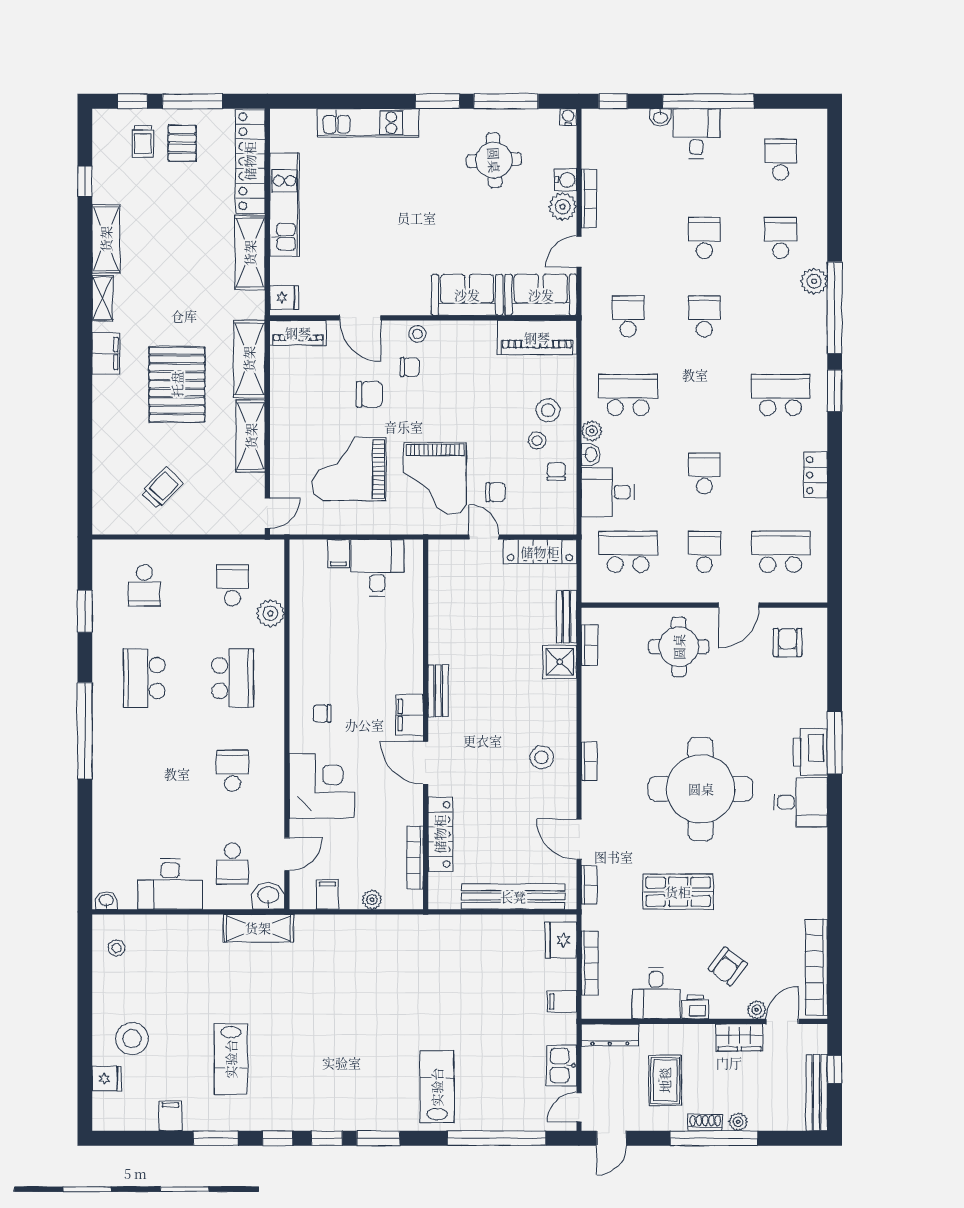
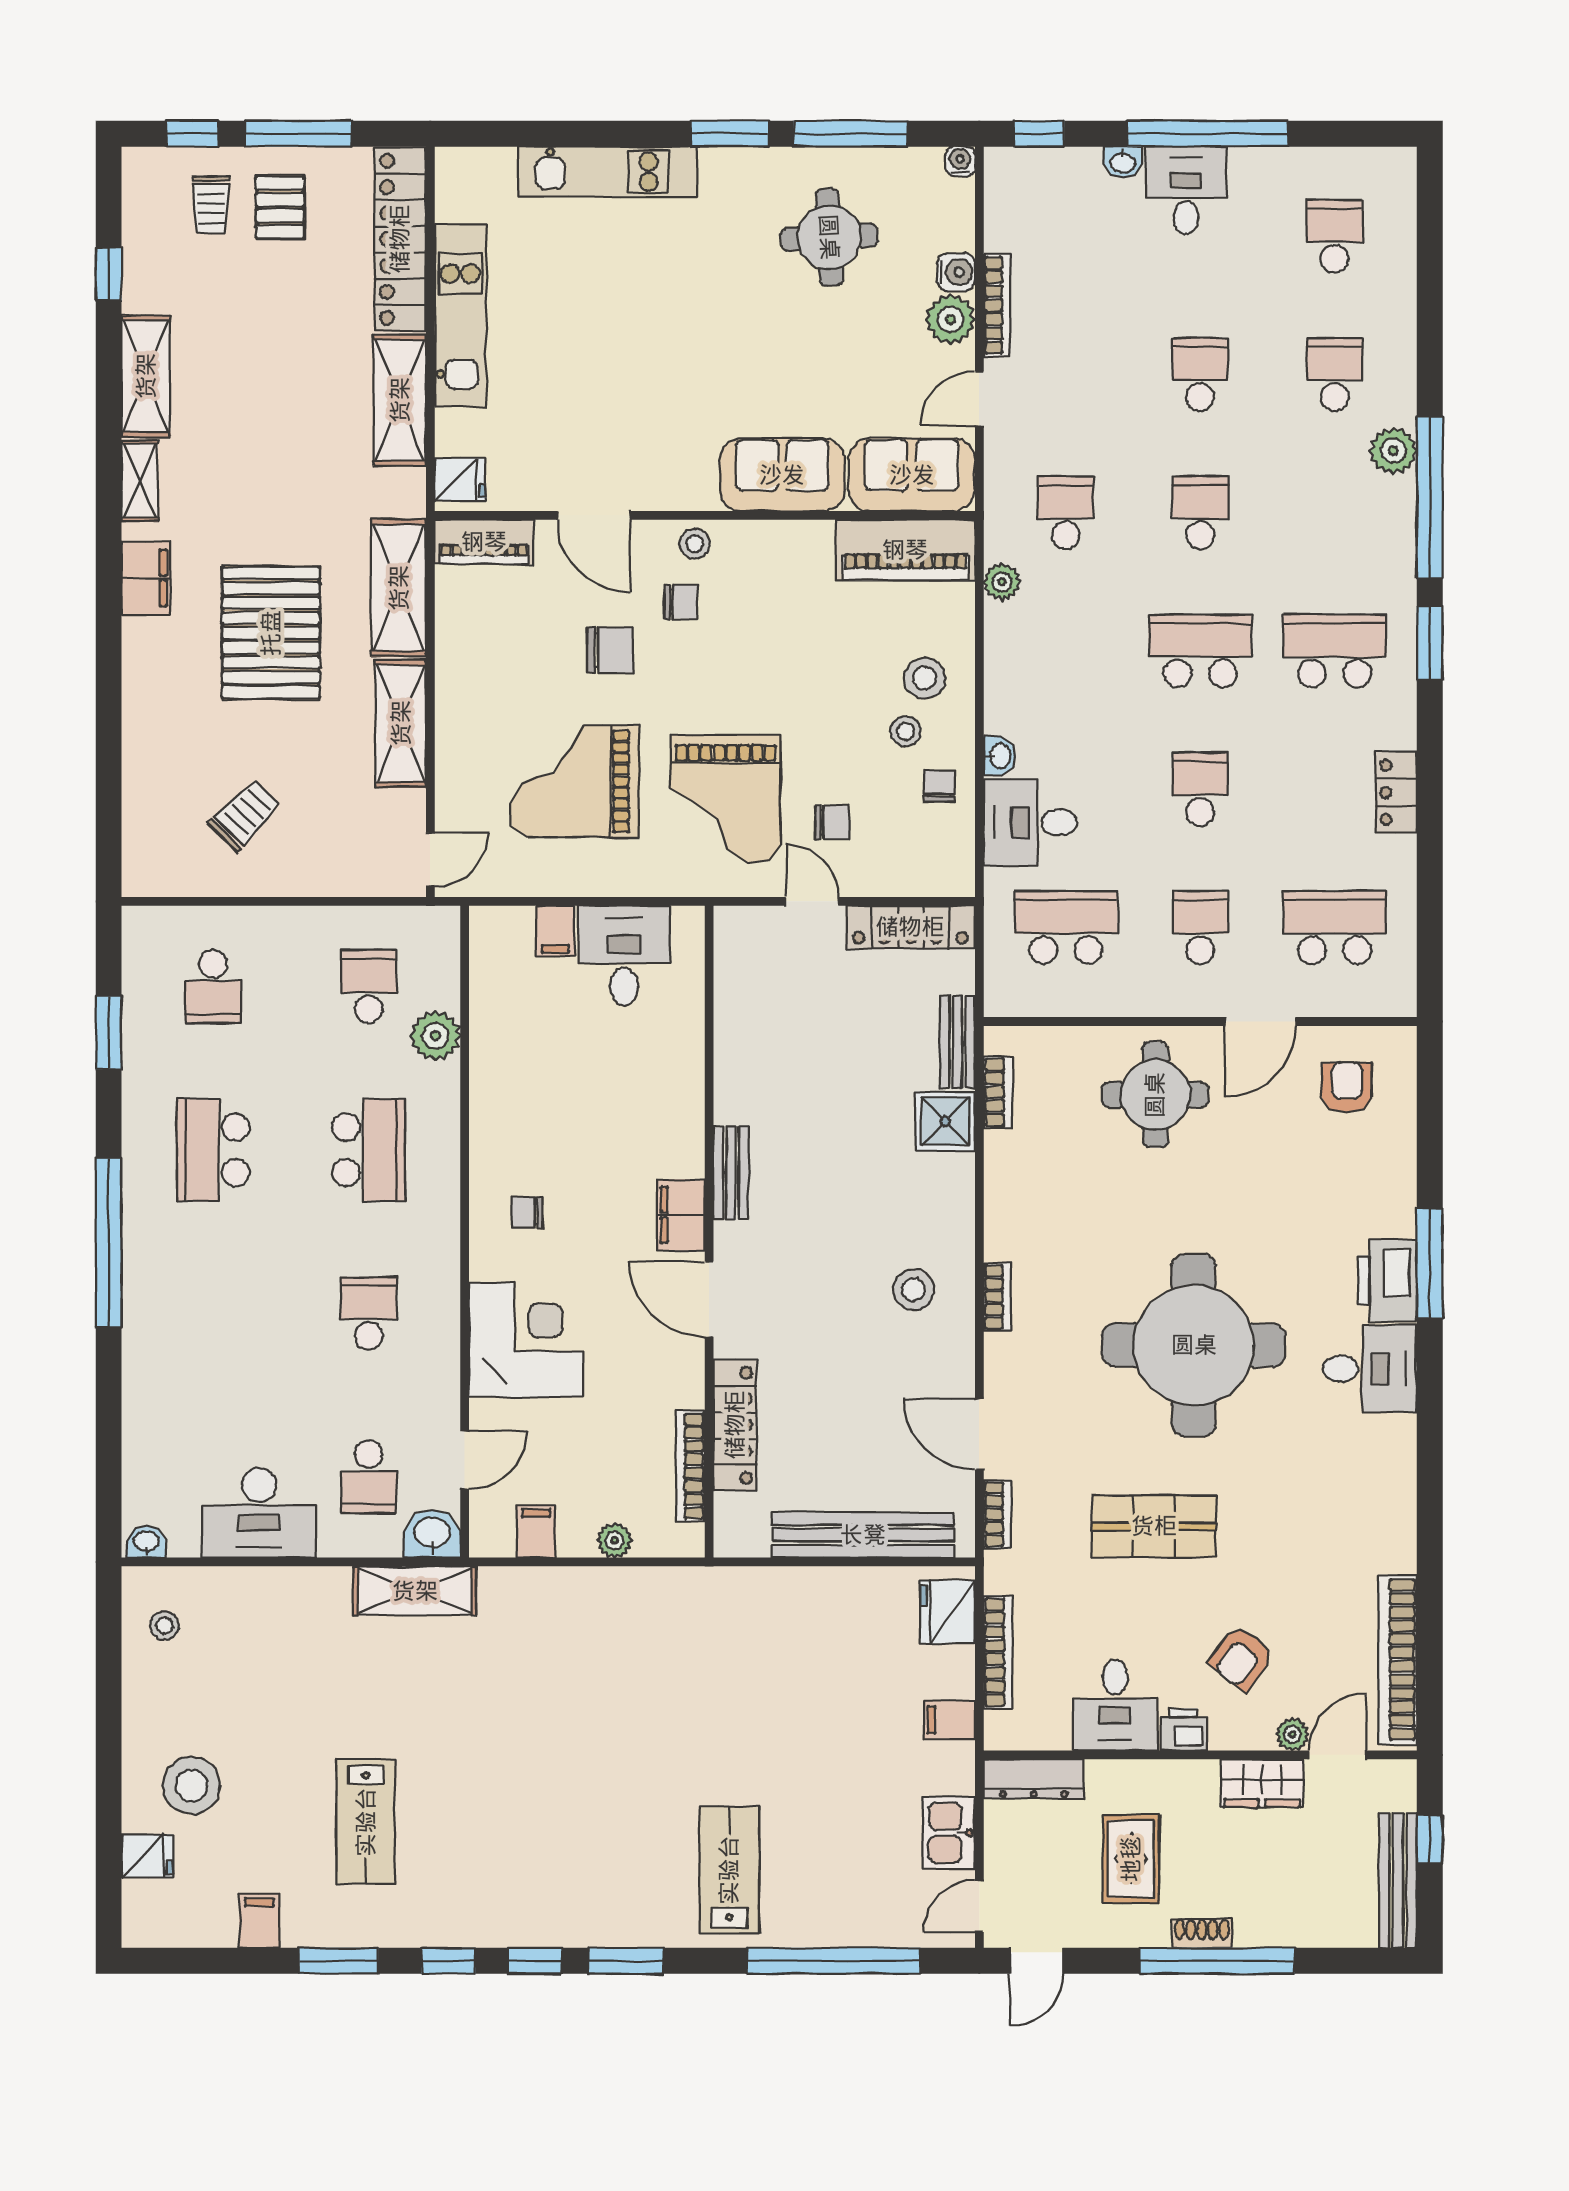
school desk: (628, 395) -> (1200, 651), moved
plant: (592, 431) -> (1002, 582), moved
plant: (738, 1122) -> (1260, 1932), removed

